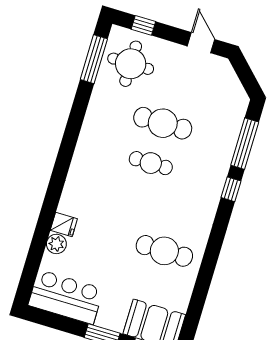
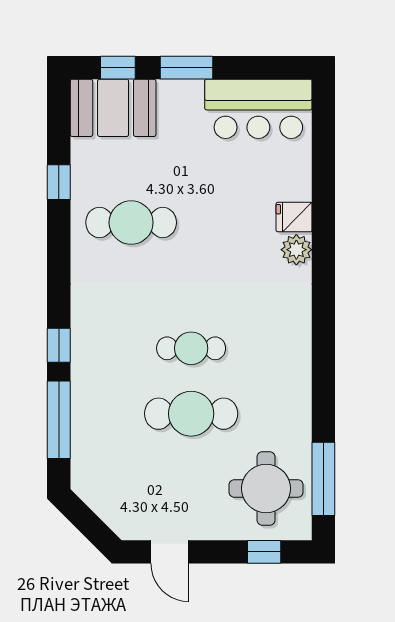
plant: (56, 244) -> (296, 250), moved
window: (201, 289) -> (59, 182), added

